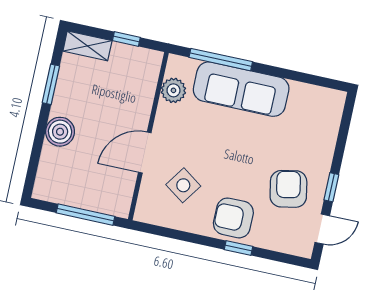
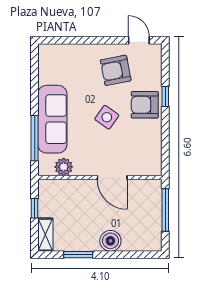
side table: (183, 185) -> (107, 117), moved
window: (331, 187) -> (108, 40), removed
armchair: (233, 218) -> (145, 105), turned 90

